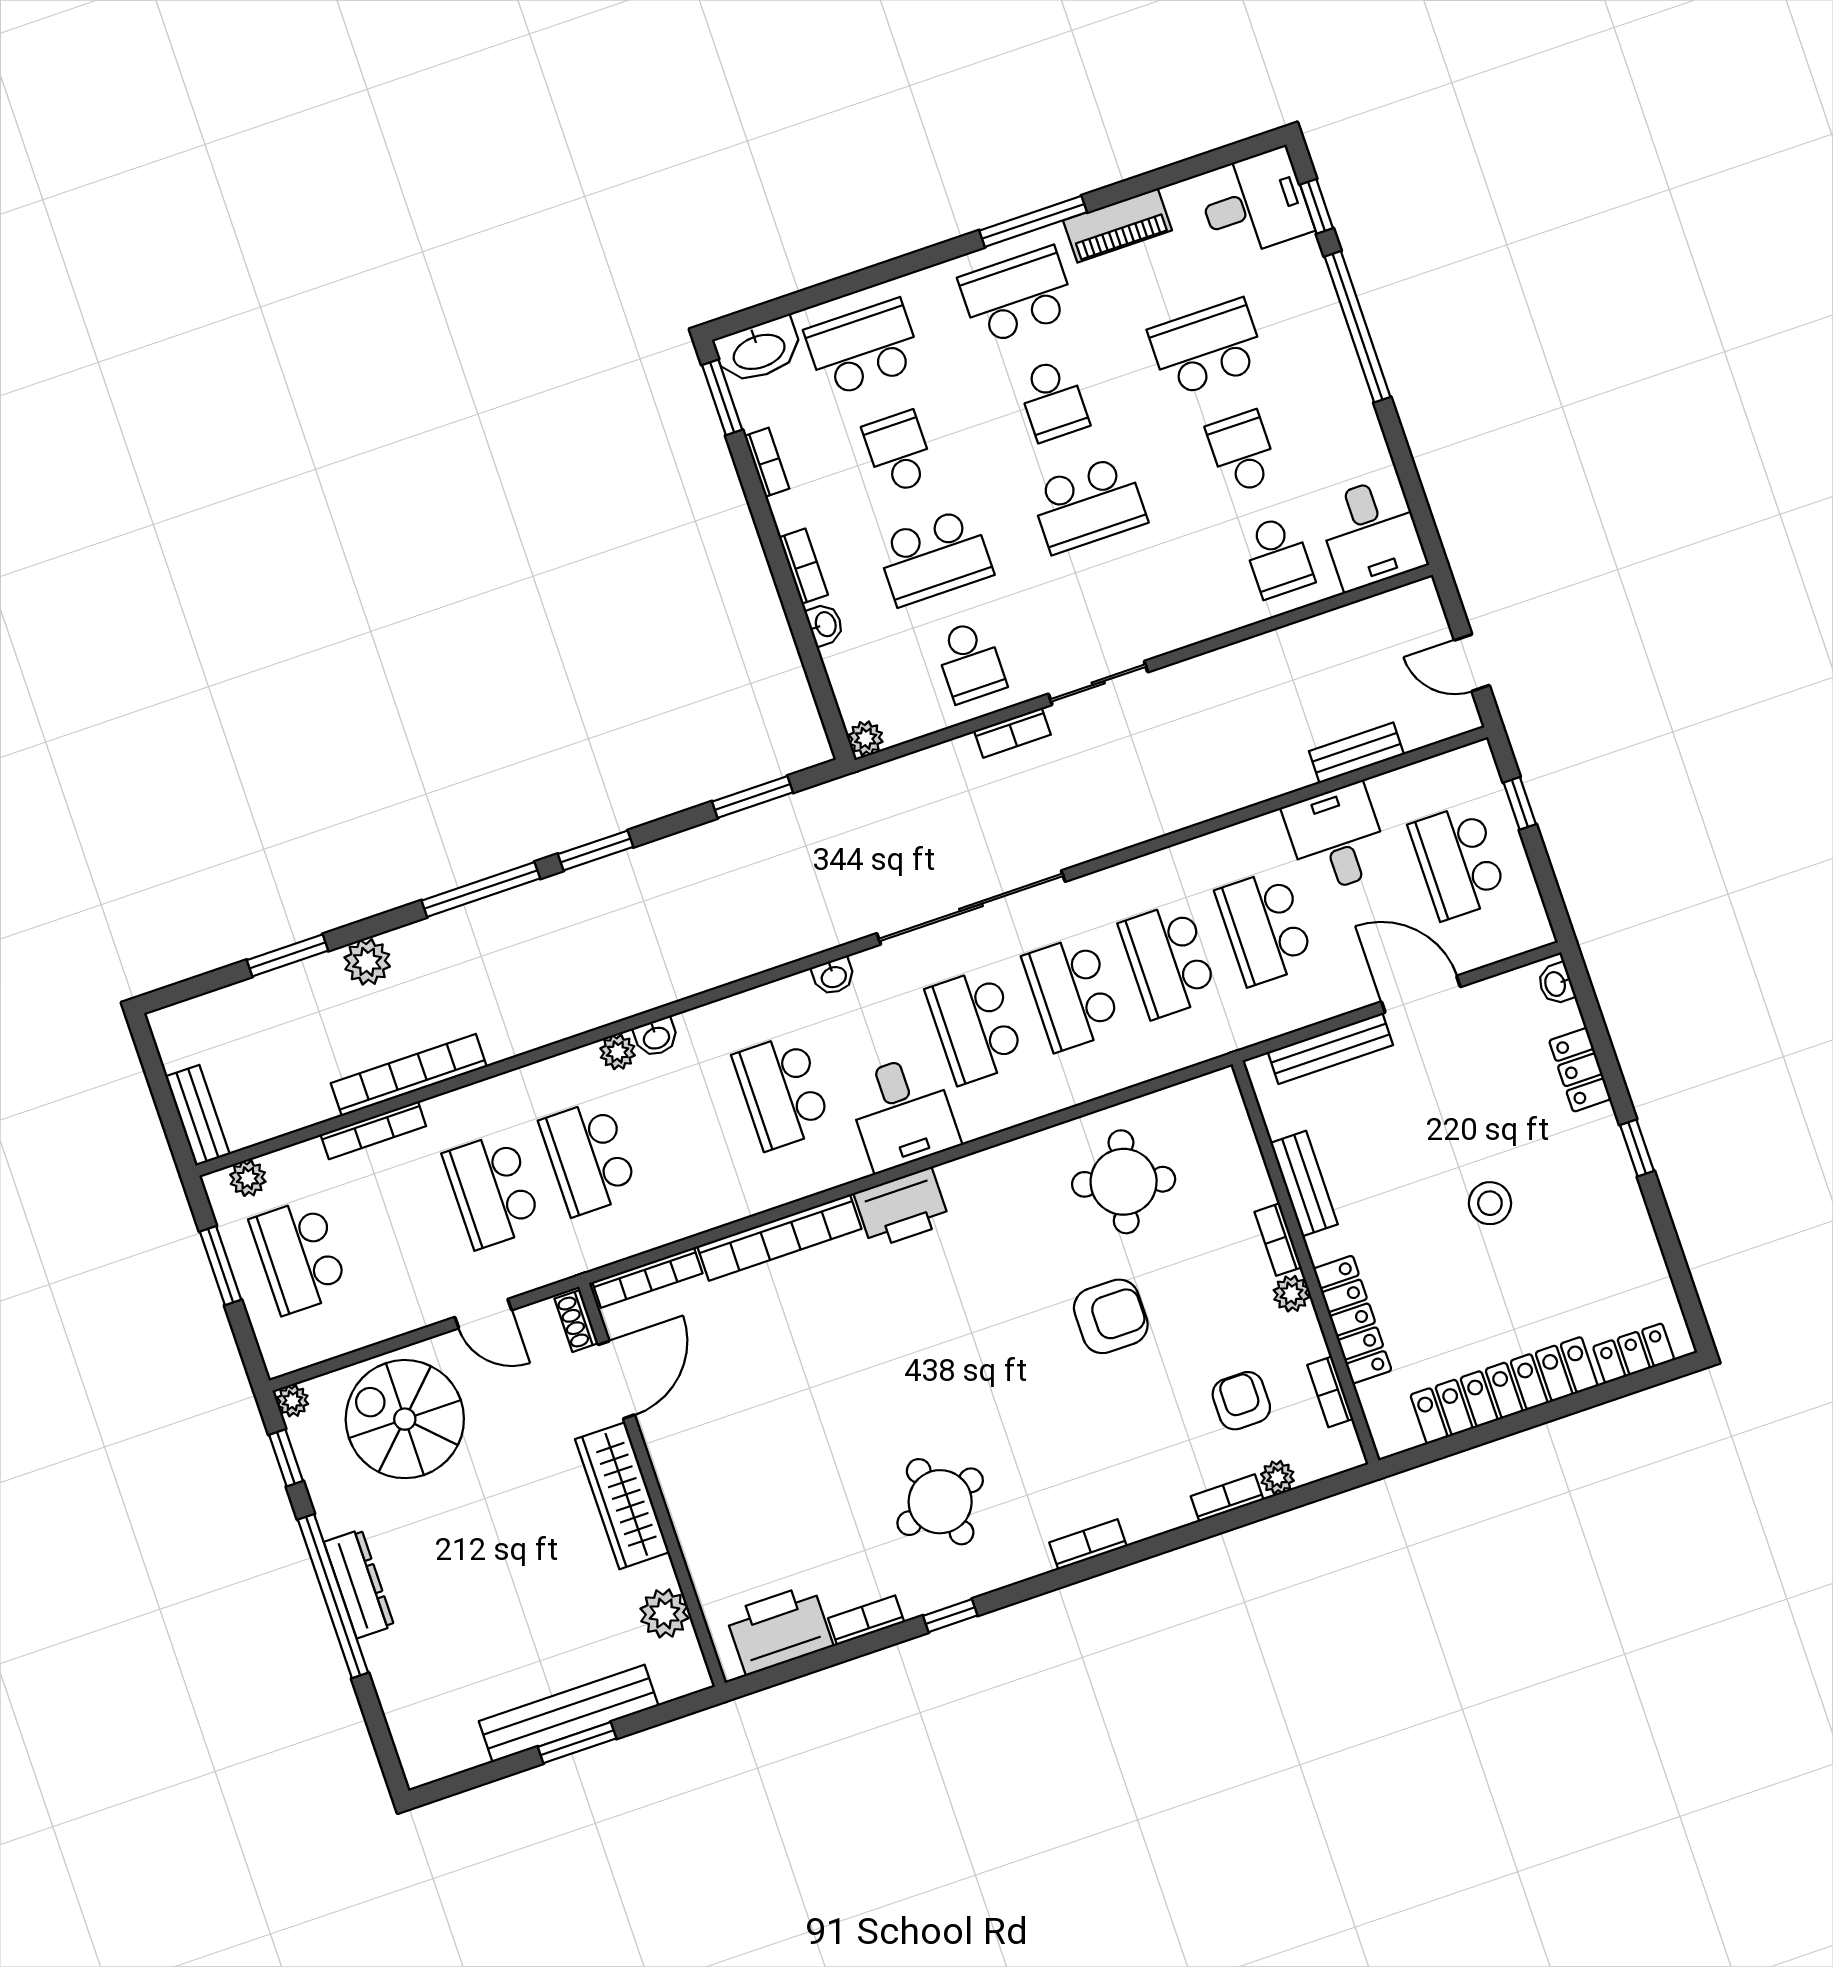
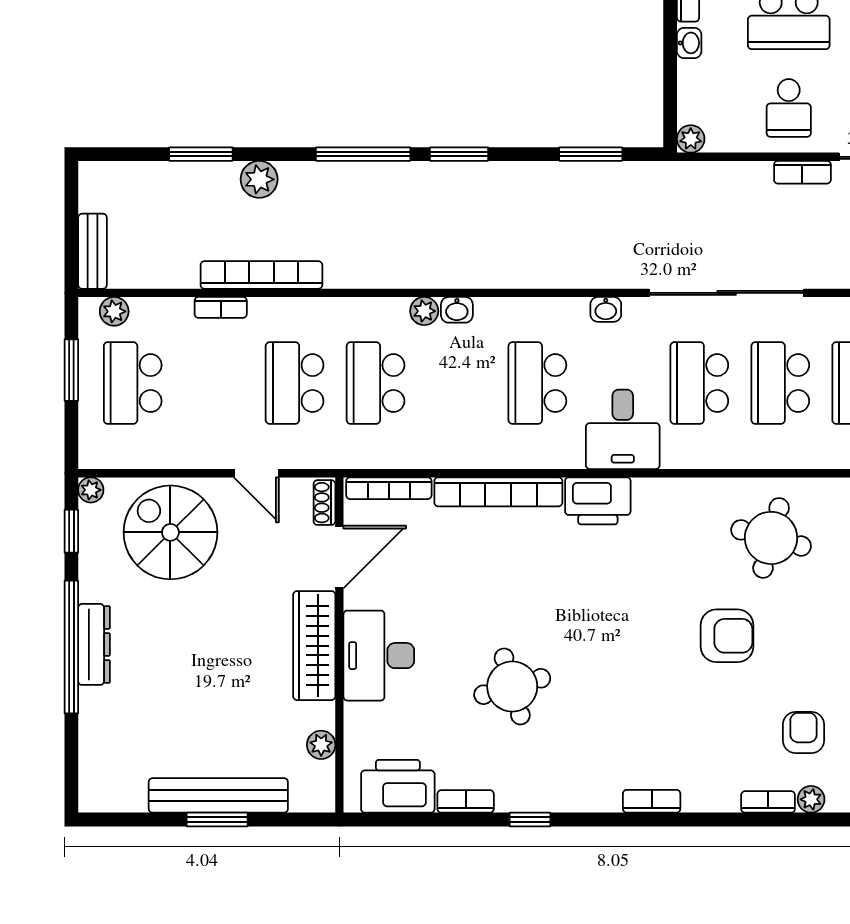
bookcase: (373, 1130) -> (221, 307), width x0.64
desk: (703, 1481) -> (379, 656), added
round table: (940, 1502) -> (512, 686), moved
plant: (664, 1613) -> (321, 745), width x0.73, depth x0.73

